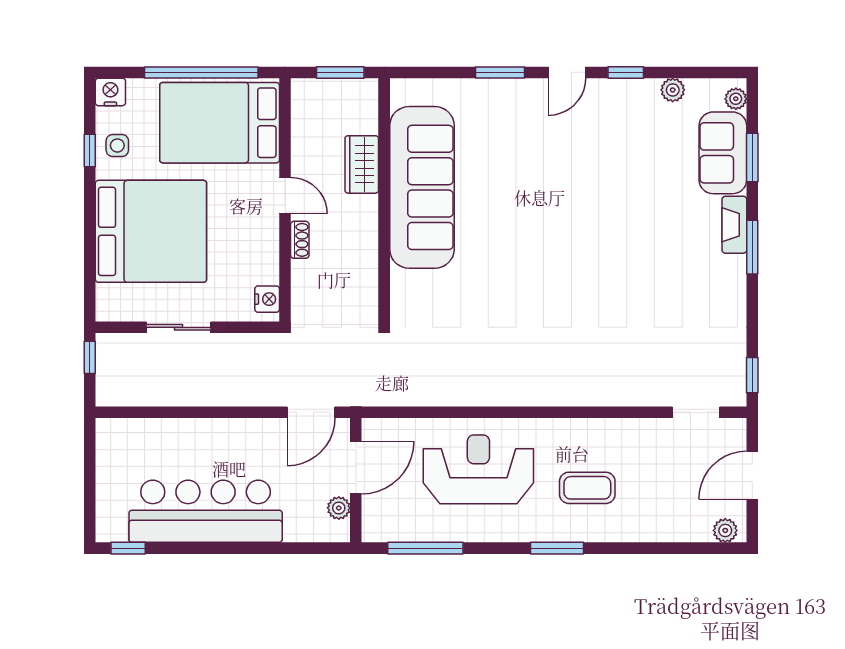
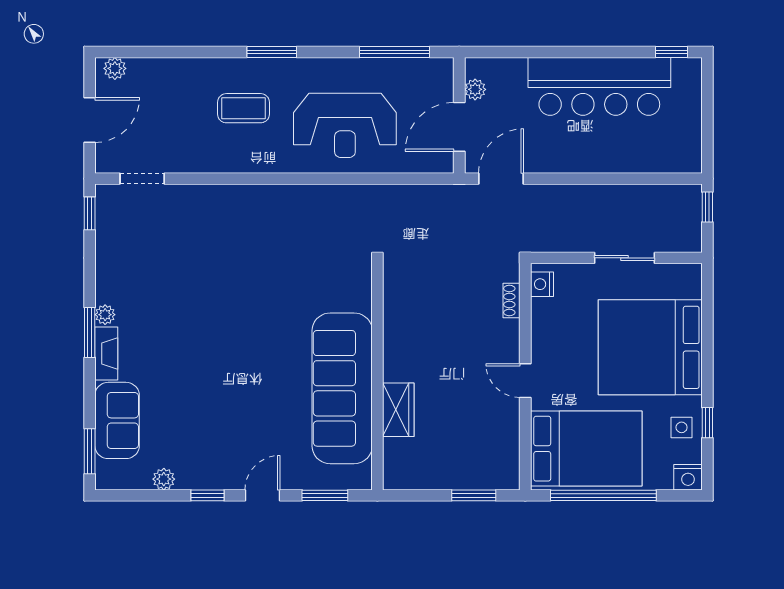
plant: (736, 99) -> (105, 315), moved
window: (752, 158) -> (90, 451), moved
wardrobe: (362, 164) -> (398, 410), moved
sofa: (422, 187) -> (342, 388), moved
wall: (384, 200) -> (377, 377), moved
shoe rack: (300, 240) -> (511, 300), moved
window: (90, 357) -> (707, 207), moved

